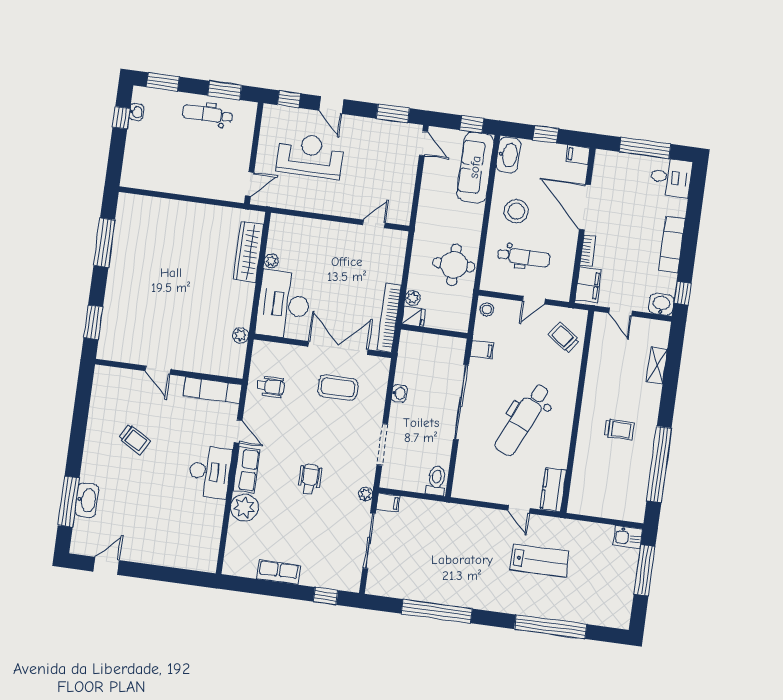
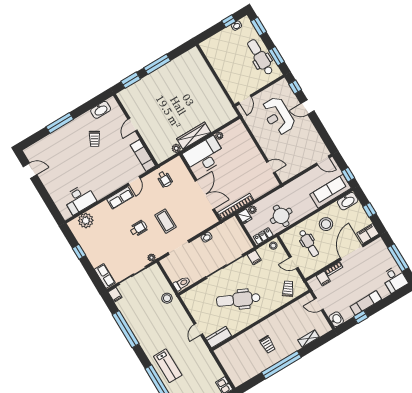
door: (331, 105) -> (307, 107), hinge flipped
window: (393, 113) -> (325, 137), removed
dental chair: (208, 114) -> (260, 57), width x1.36, depth x1.38
door: (423, 144) -> (323, 160), hinge flipped
filing cabinet: (578, 155) -> (368, 233), width x2.00
reception desk: (310, 156) -> (278, 116), turned 180
door: (250, 184) -> (245, 100), hinge flipped
window: (104, 243) -> (157, 64), moved
wardrobe: (248, 252) -> (194, 136), moved
filing cabinet: (588, 285) -> (323, 278), width x0.50
window: (682, 293) -> (361, 317), moved
door: (620, 312) -> (319, 304), hinge flipped
locker: (462, 313) -> (263, 236), added
coffee table: (338, 387) -> (166, 221), moved
window: (659, 464) -> (281, 365), moved
desk: (210, 472) -> (79, 199), moved
washbasin: (87, 500) -> (101, 110), moved
window: (69, 502) -> (60, 123), moved
filing cabinet: (388, 503) -> (115, 295), moved
plant: (244, 507) -> (86, 221), moved
stool: (440, 518) -> (167, 298), added
lab bench: (540, 561) -> (168, 366), moved
row of seats: (278, 572) -> (105, 276), moved
window: (326, 596) -> (79, 252), moved

